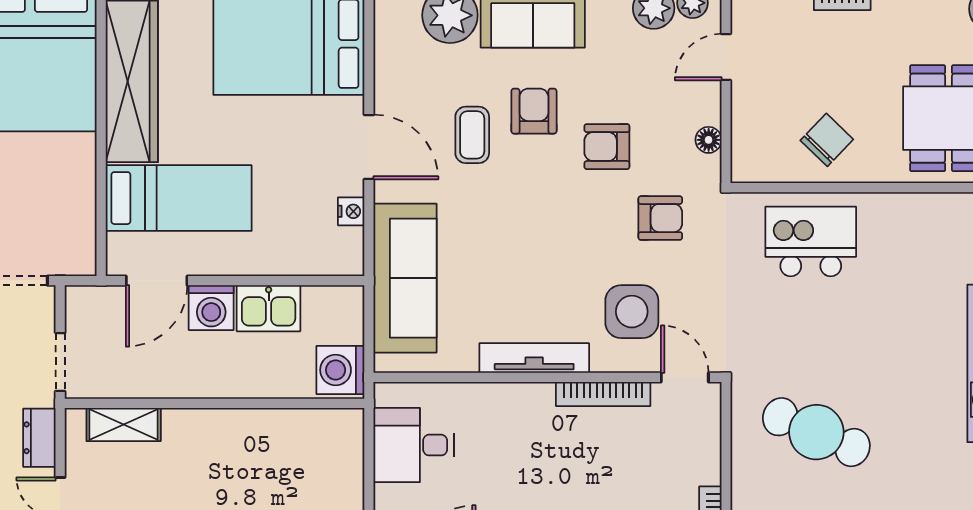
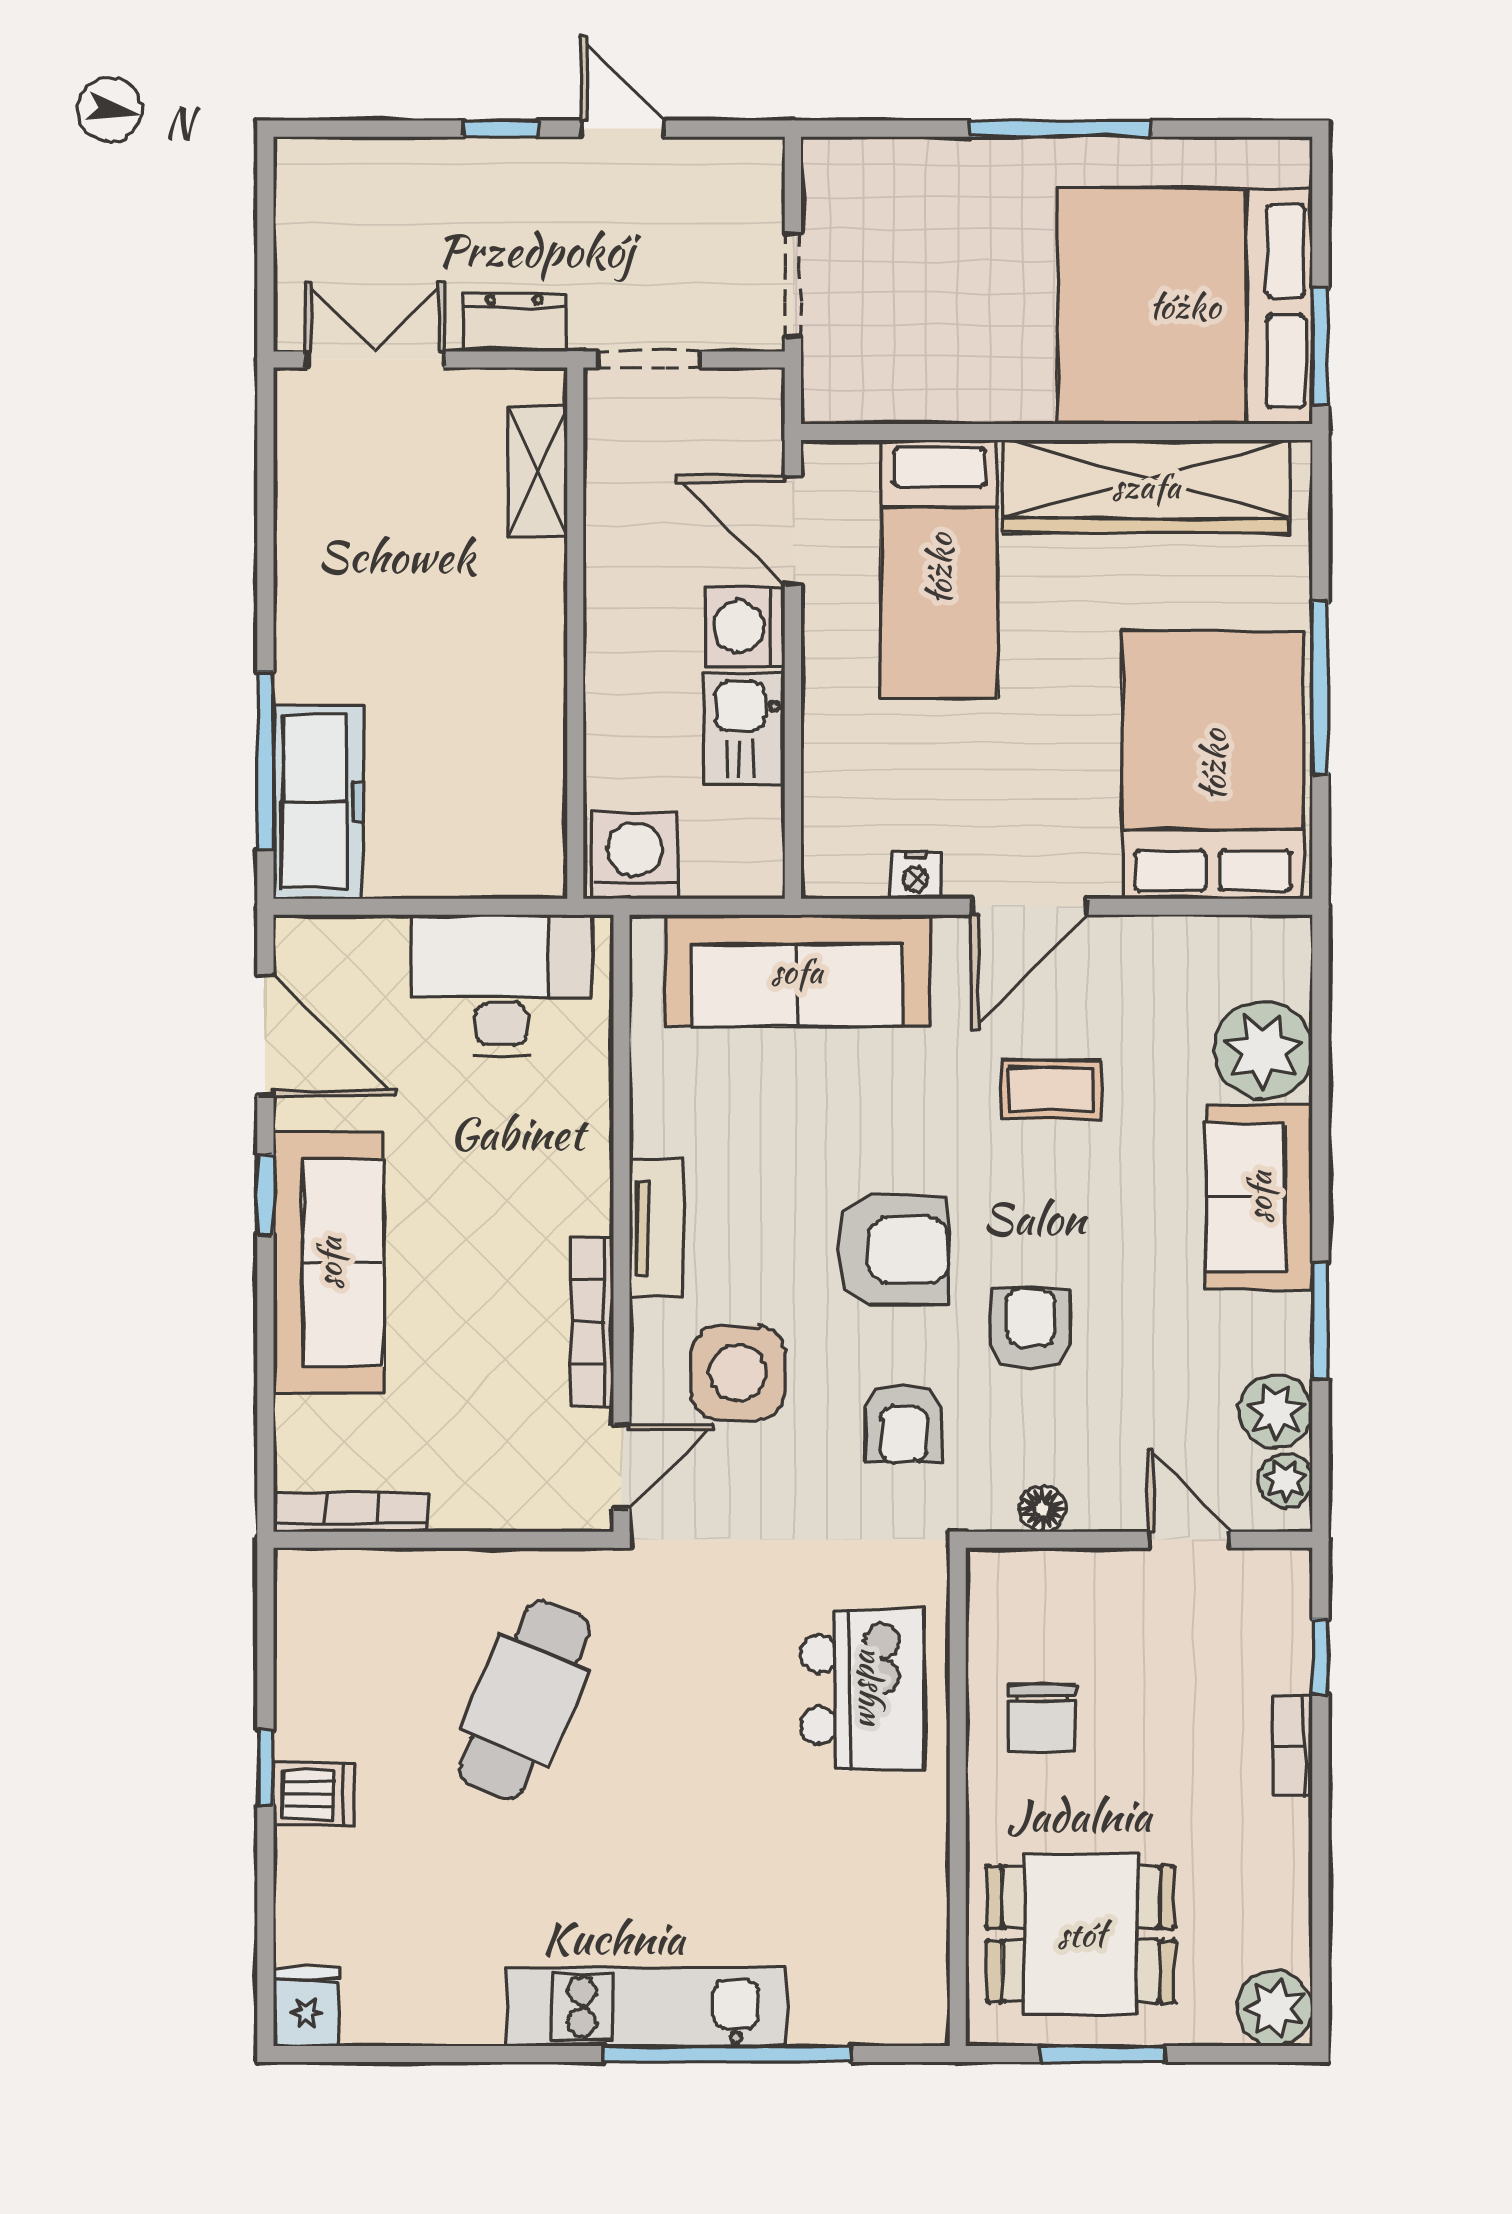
armchair: (534, 111) -> (893, 1250), moved, width x1.38, depth x1.38
chair: (827, 140) -> (1042, 1718), turned 46
tv unit: (534, 358) -> (656, 1228), width x0.71
desk: (413, 445) -> (501, 986), width x1.37

